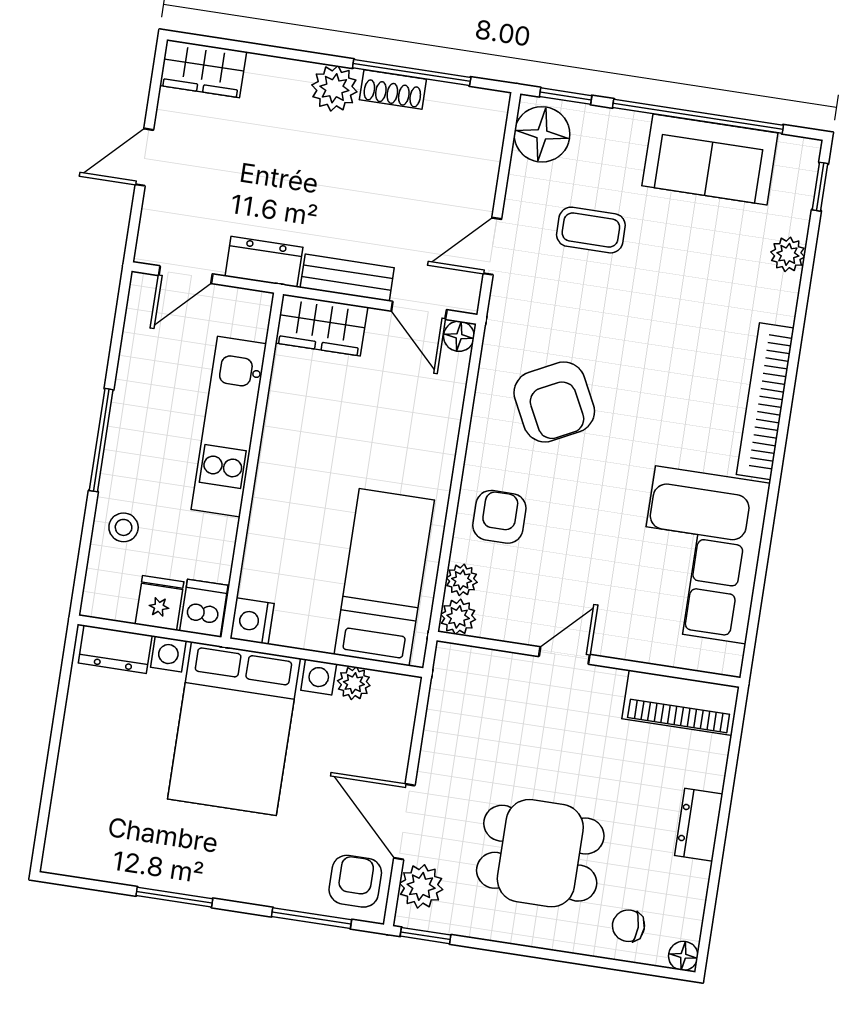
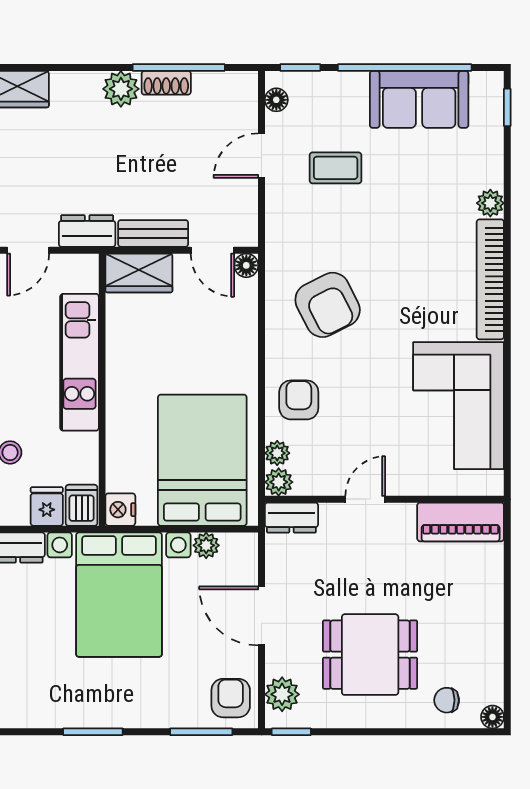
floor lamp: (542, 134) -> (276, 100), width x0.53, depth x0.53
door: (492, 246) -> (261, 156), moved
plant: (788, 254) -> (490, 203), moved
bed: (384, 577) -> (202, 460), width x1.50
door: (404, 822) -> (261, 616), moved
dresser: (699, 825) -> (291, 518), moved, turned -90

